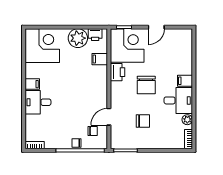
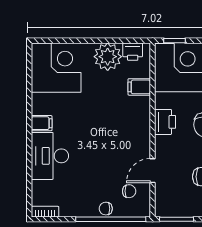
printer: (117, 72) -> (165, 122), moved
desk: (38, 102) -> (50, 156), width x1.37

